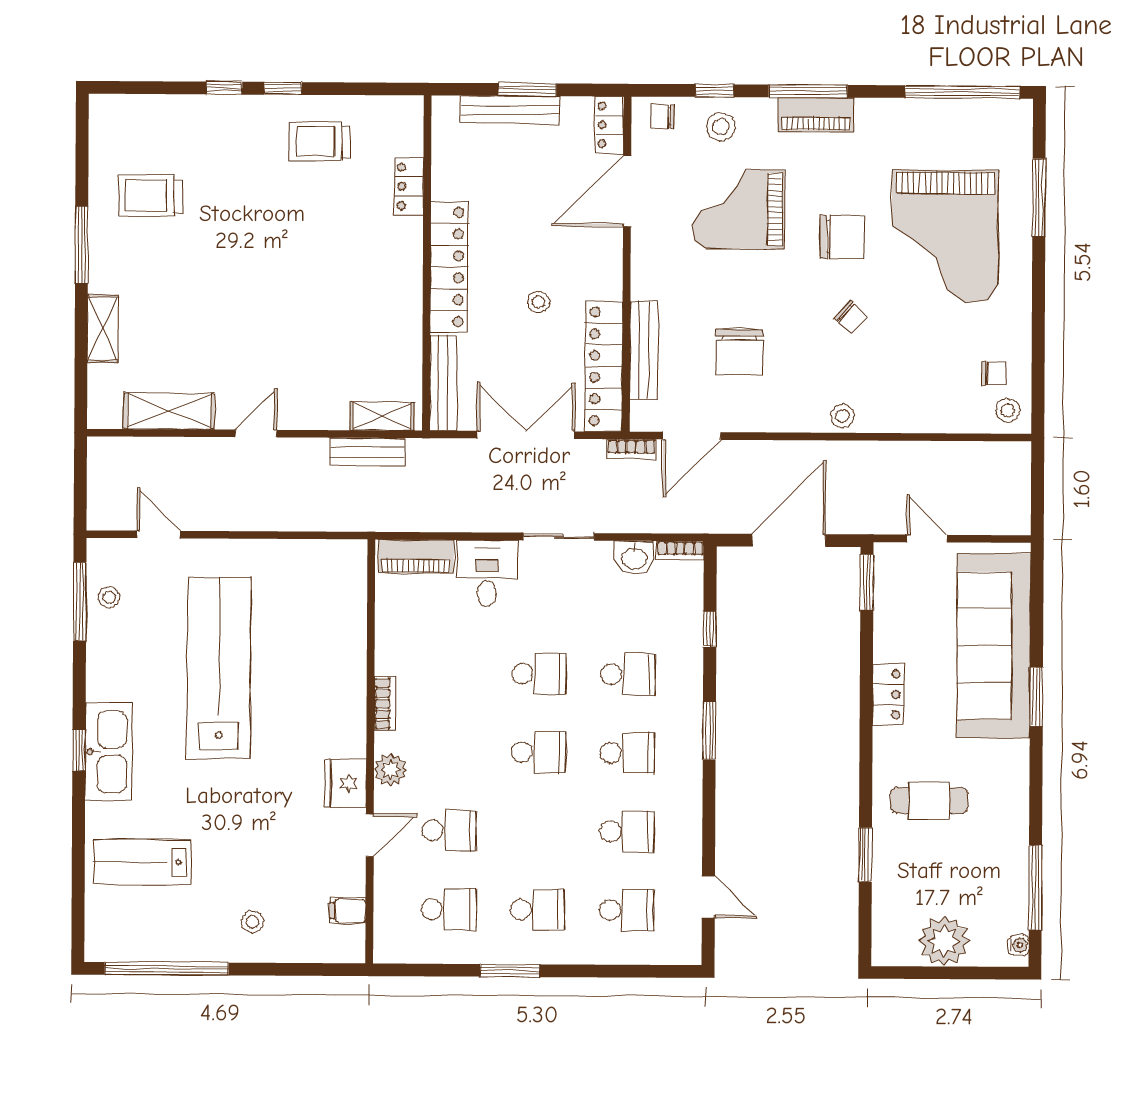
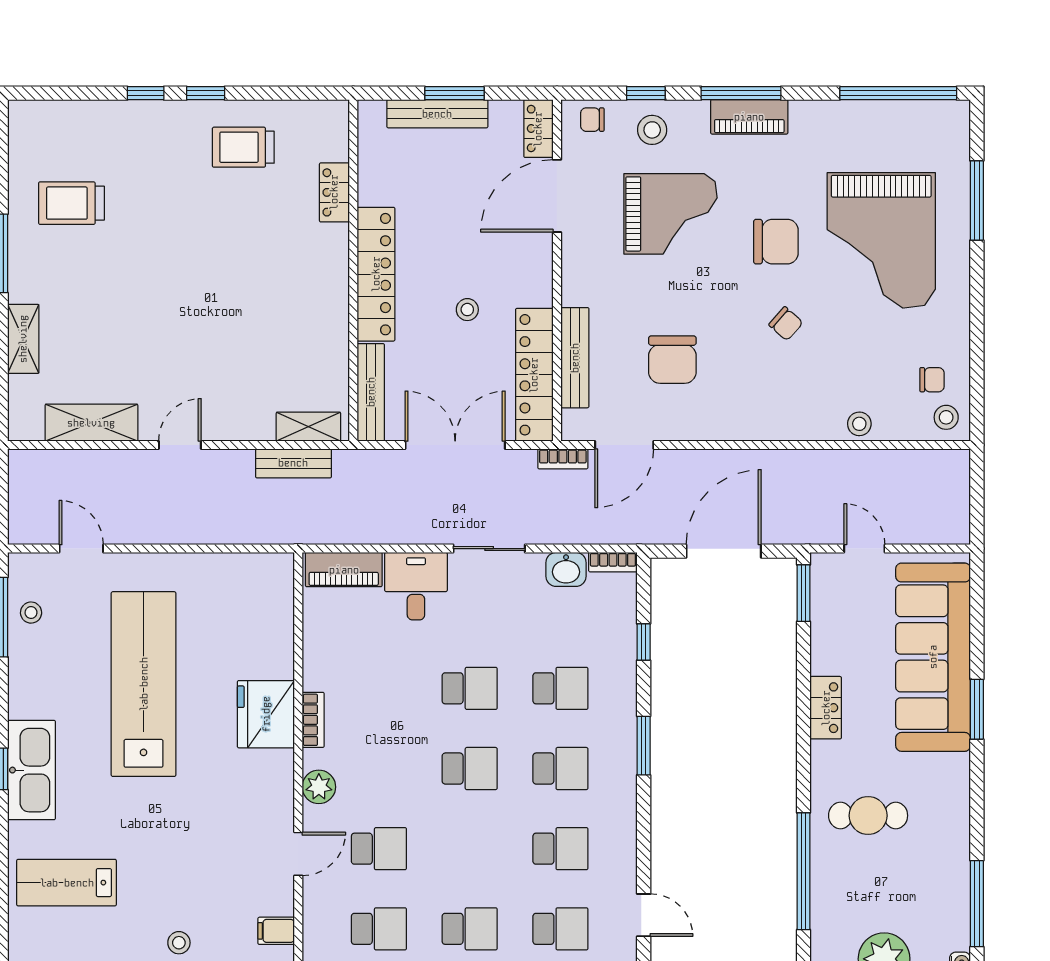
grand piano: (738, 209) -> (671, 214), turned 180
stool: (842, 416) -> (859, 424), moved
fridge: (345, 783) -> (266, 714), moved, width x1.36, depth x1.34
window: (865, 855) -> (803, 871), width x2.11

